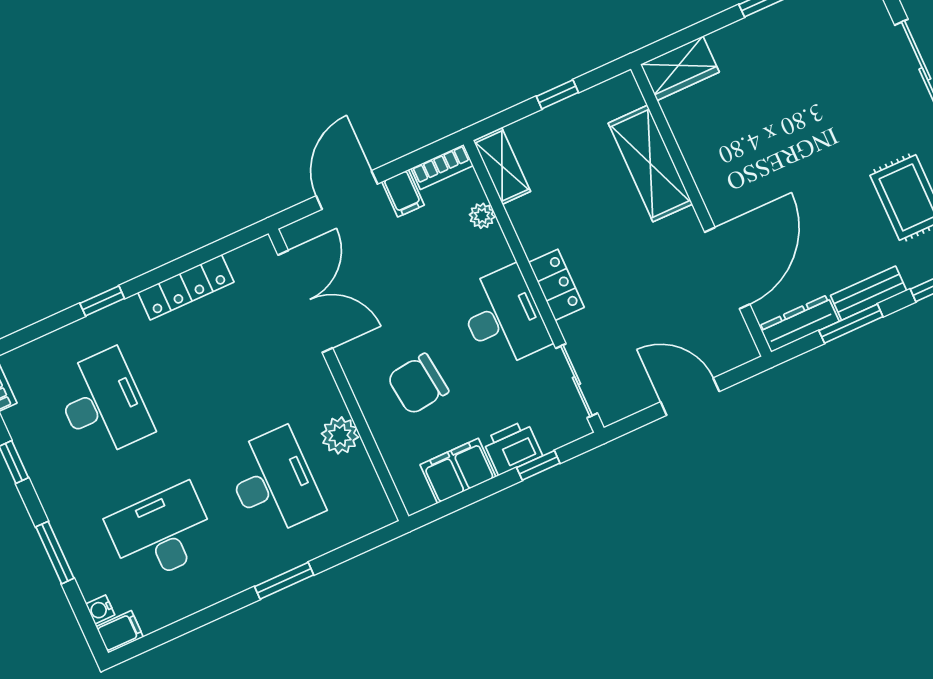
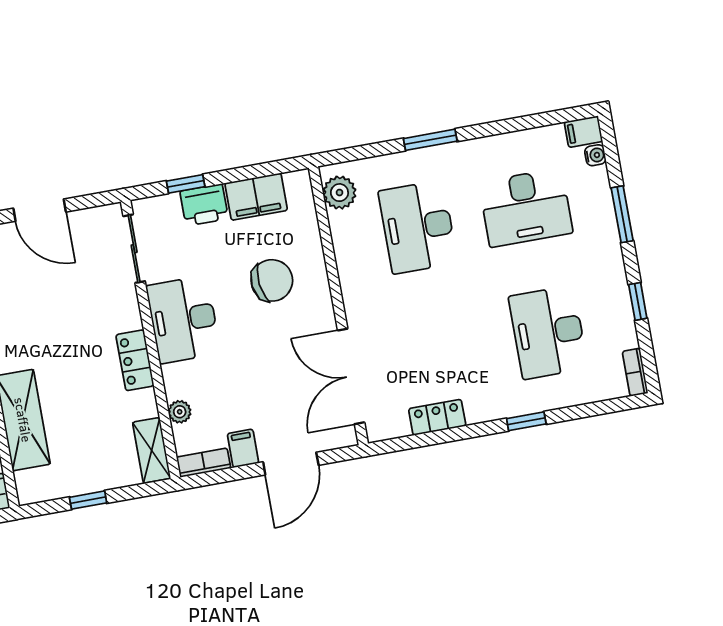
locker: (556, 285) -> (135, 360), moved
locker: (186, 287) -> (437, 417), width x0.66
plant: (340, 435) -> (339, 193), moved

